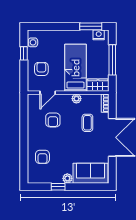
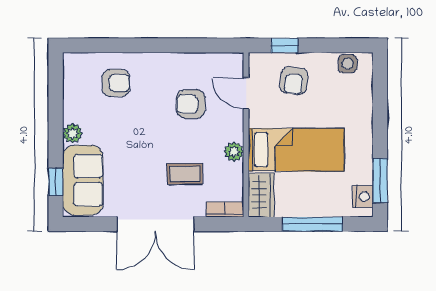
window: (24, 53) -> (284, 45), moved
armchair: (41, 69) -> (294, 81), turned 98
armchair: (42, 157) -> (116, 83), turned 180
window: (58, 187) -> (56, 182), moved

